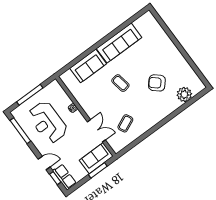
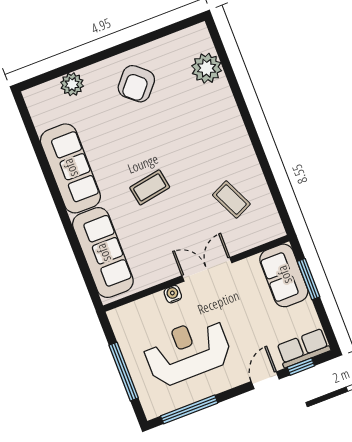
plant: (159, 33) -> (72, 84), added
sofa: (88, 66) -> (103, 253), width x1.36
armchair: (157, 83) -> (136, 84), moved
reception desk: (48, 122) -> (187, 351), turned 180
double door: (96, 131) -> (207, 269), moved

